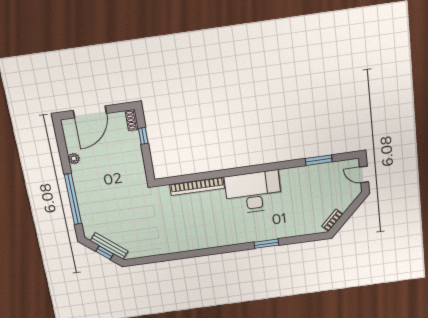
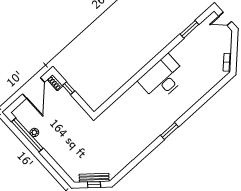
door: (90, 112) -> (33, 88), moved
bookcase: (197, 186) -> (124, 98), removed
window: (73, 199) -> (27, 135), moved
window: (266, 244) -> (169, 131), moved

